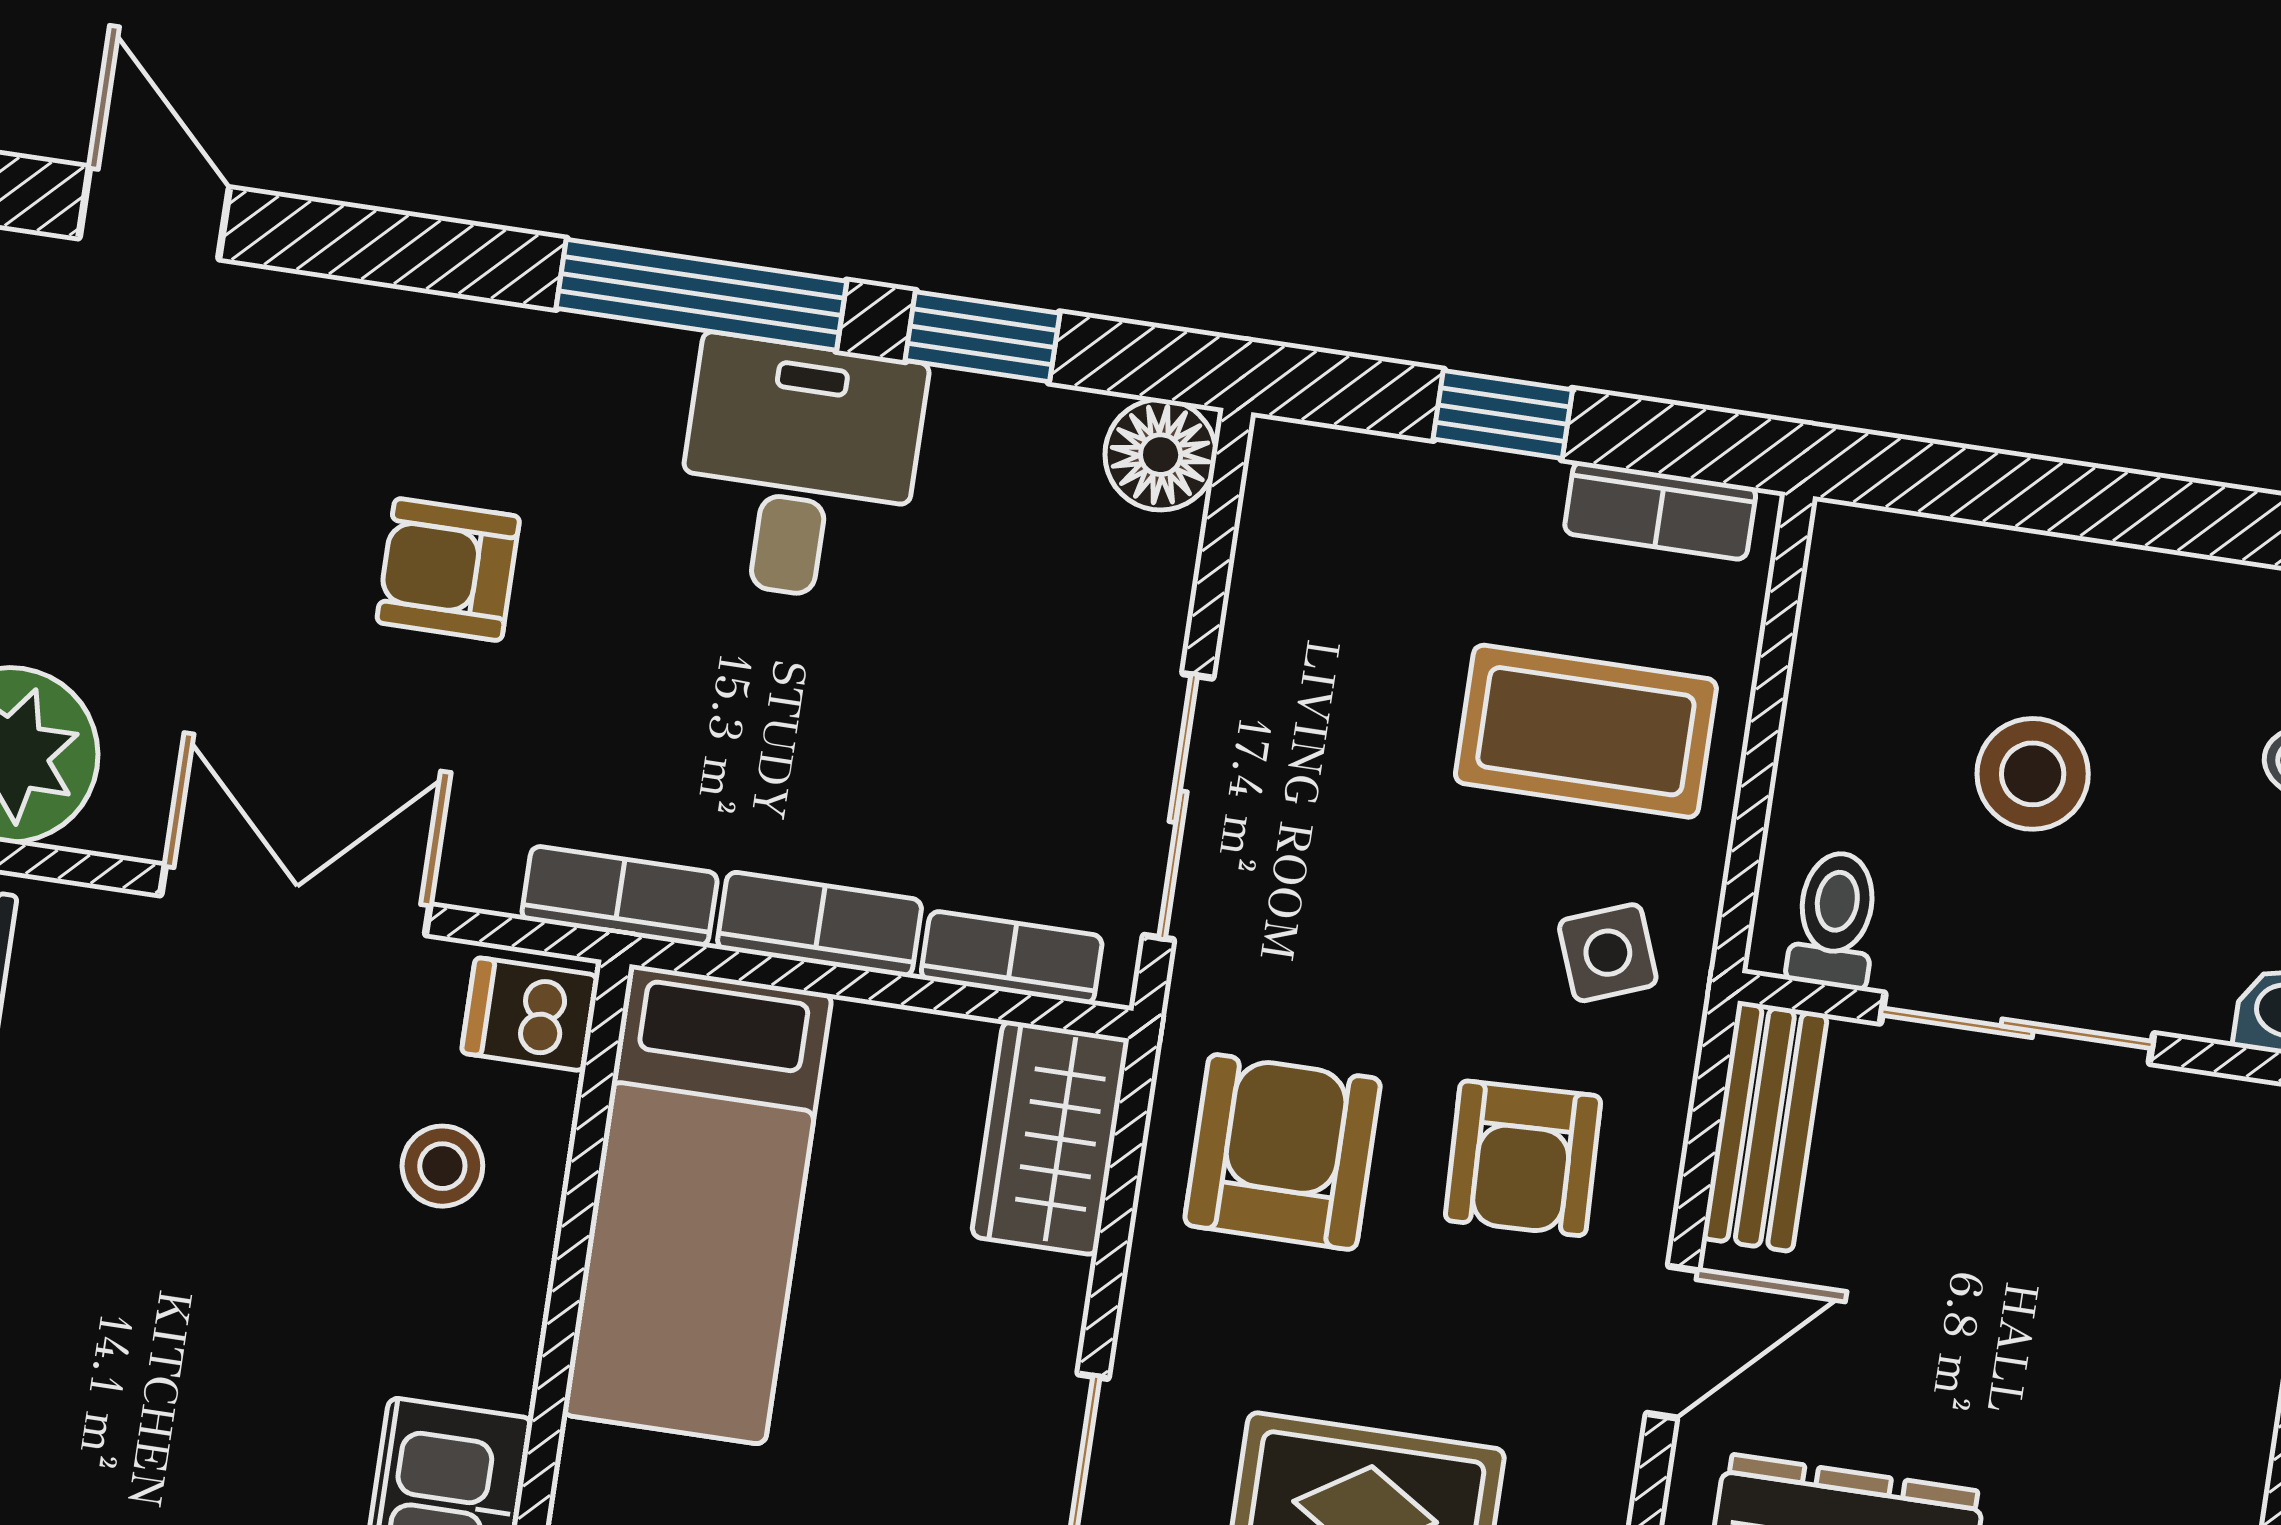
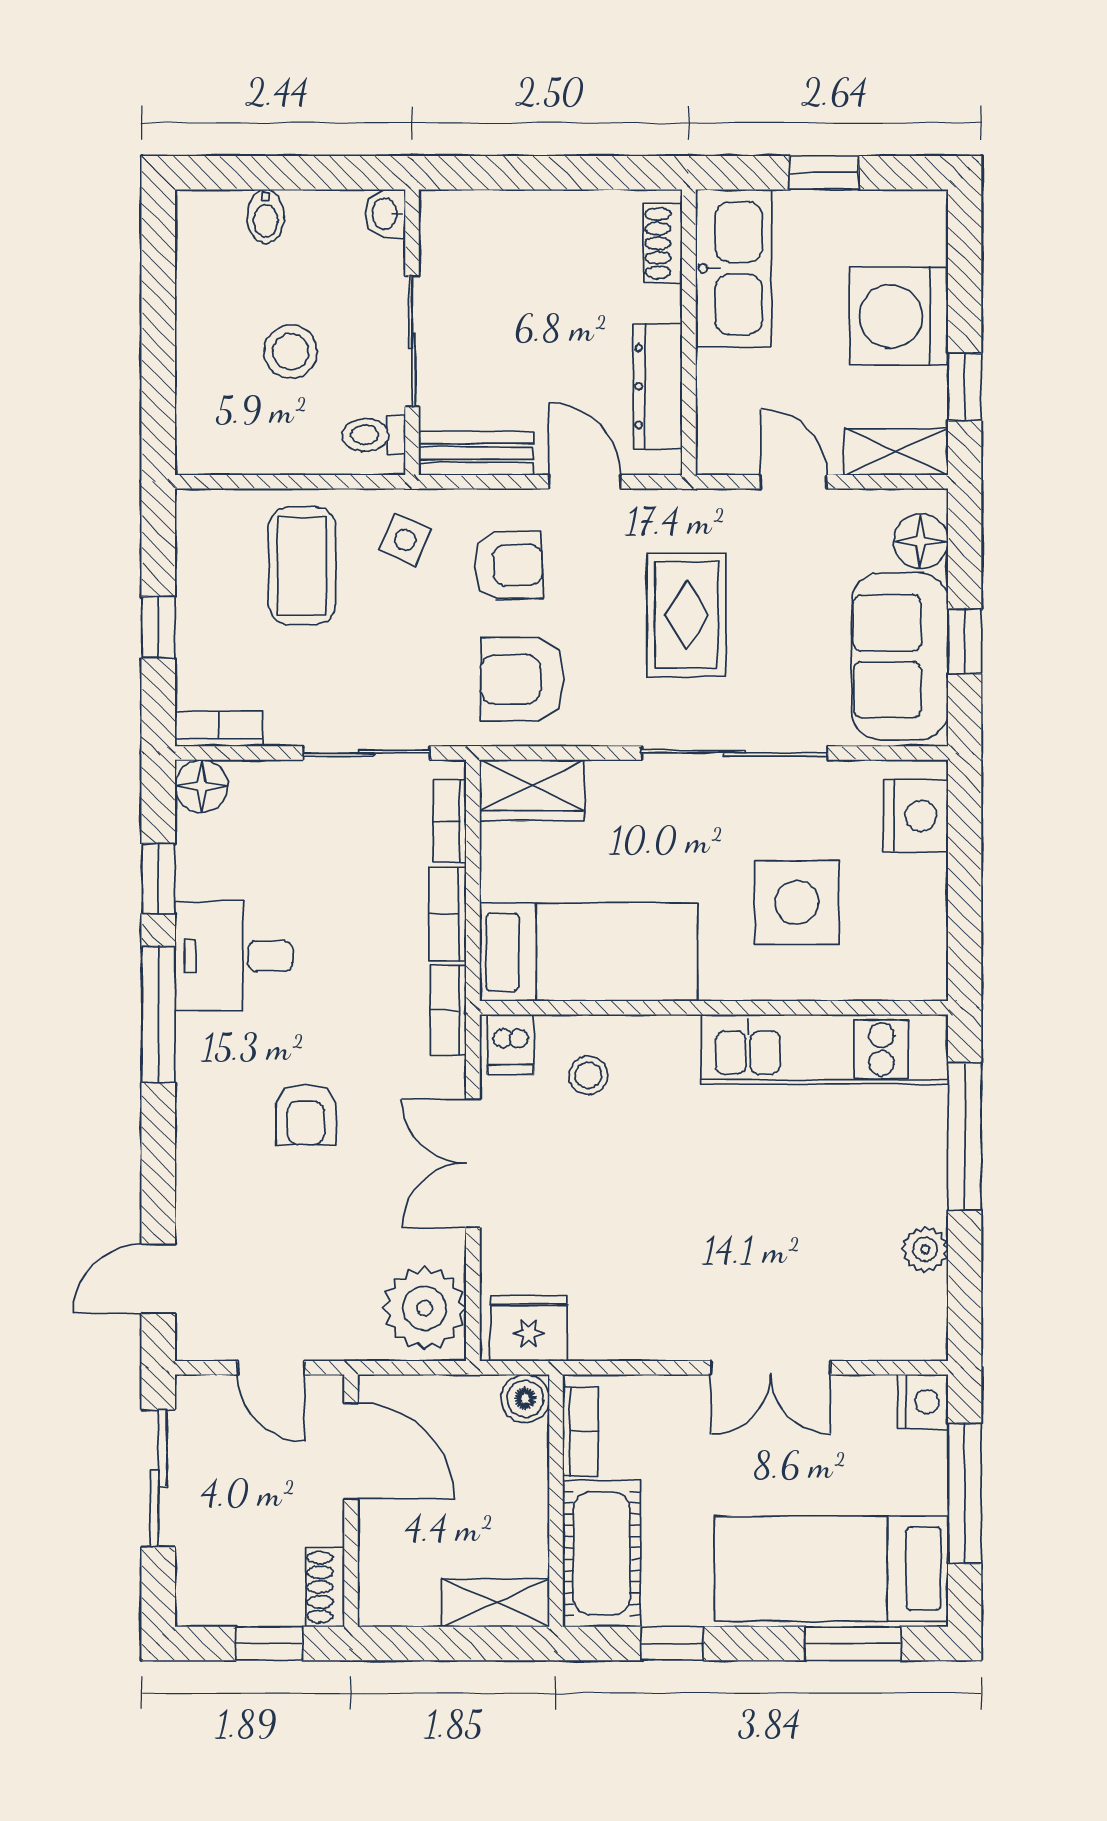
bookcase: (1660, 510) -> (219, 729), moved, turned -90
side table: (1608, 953) -> (405, 540), turned 45

